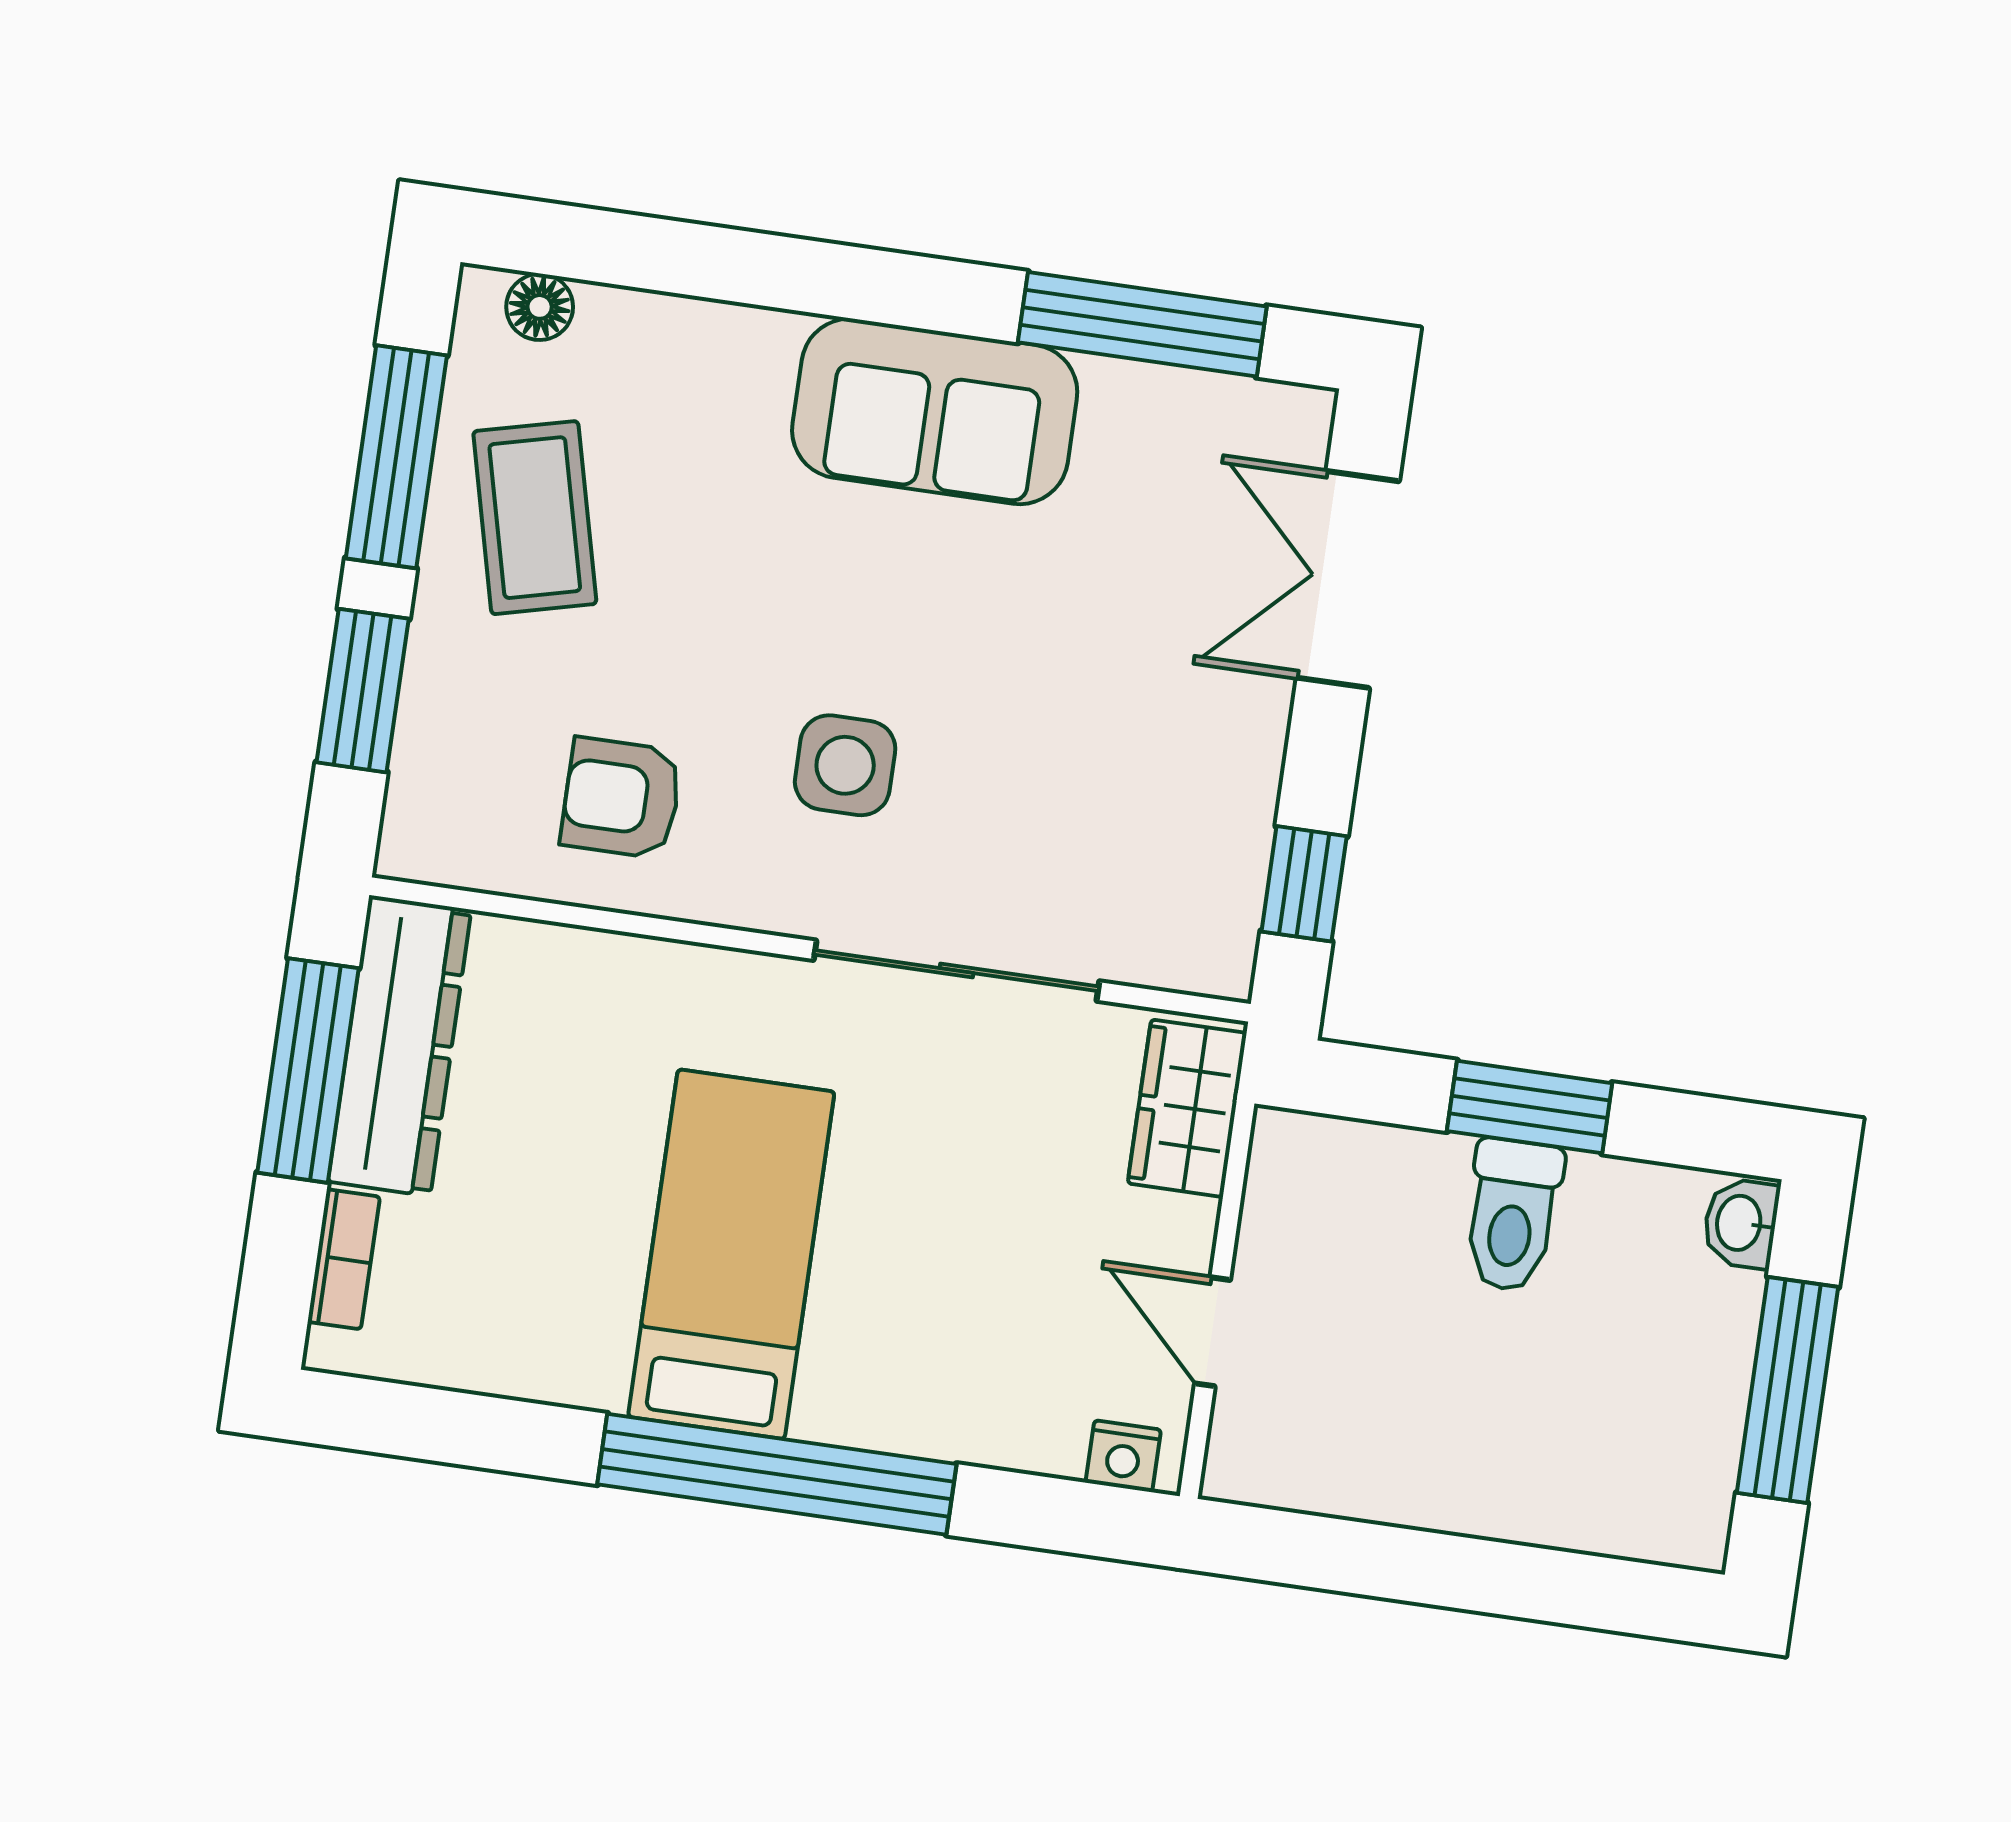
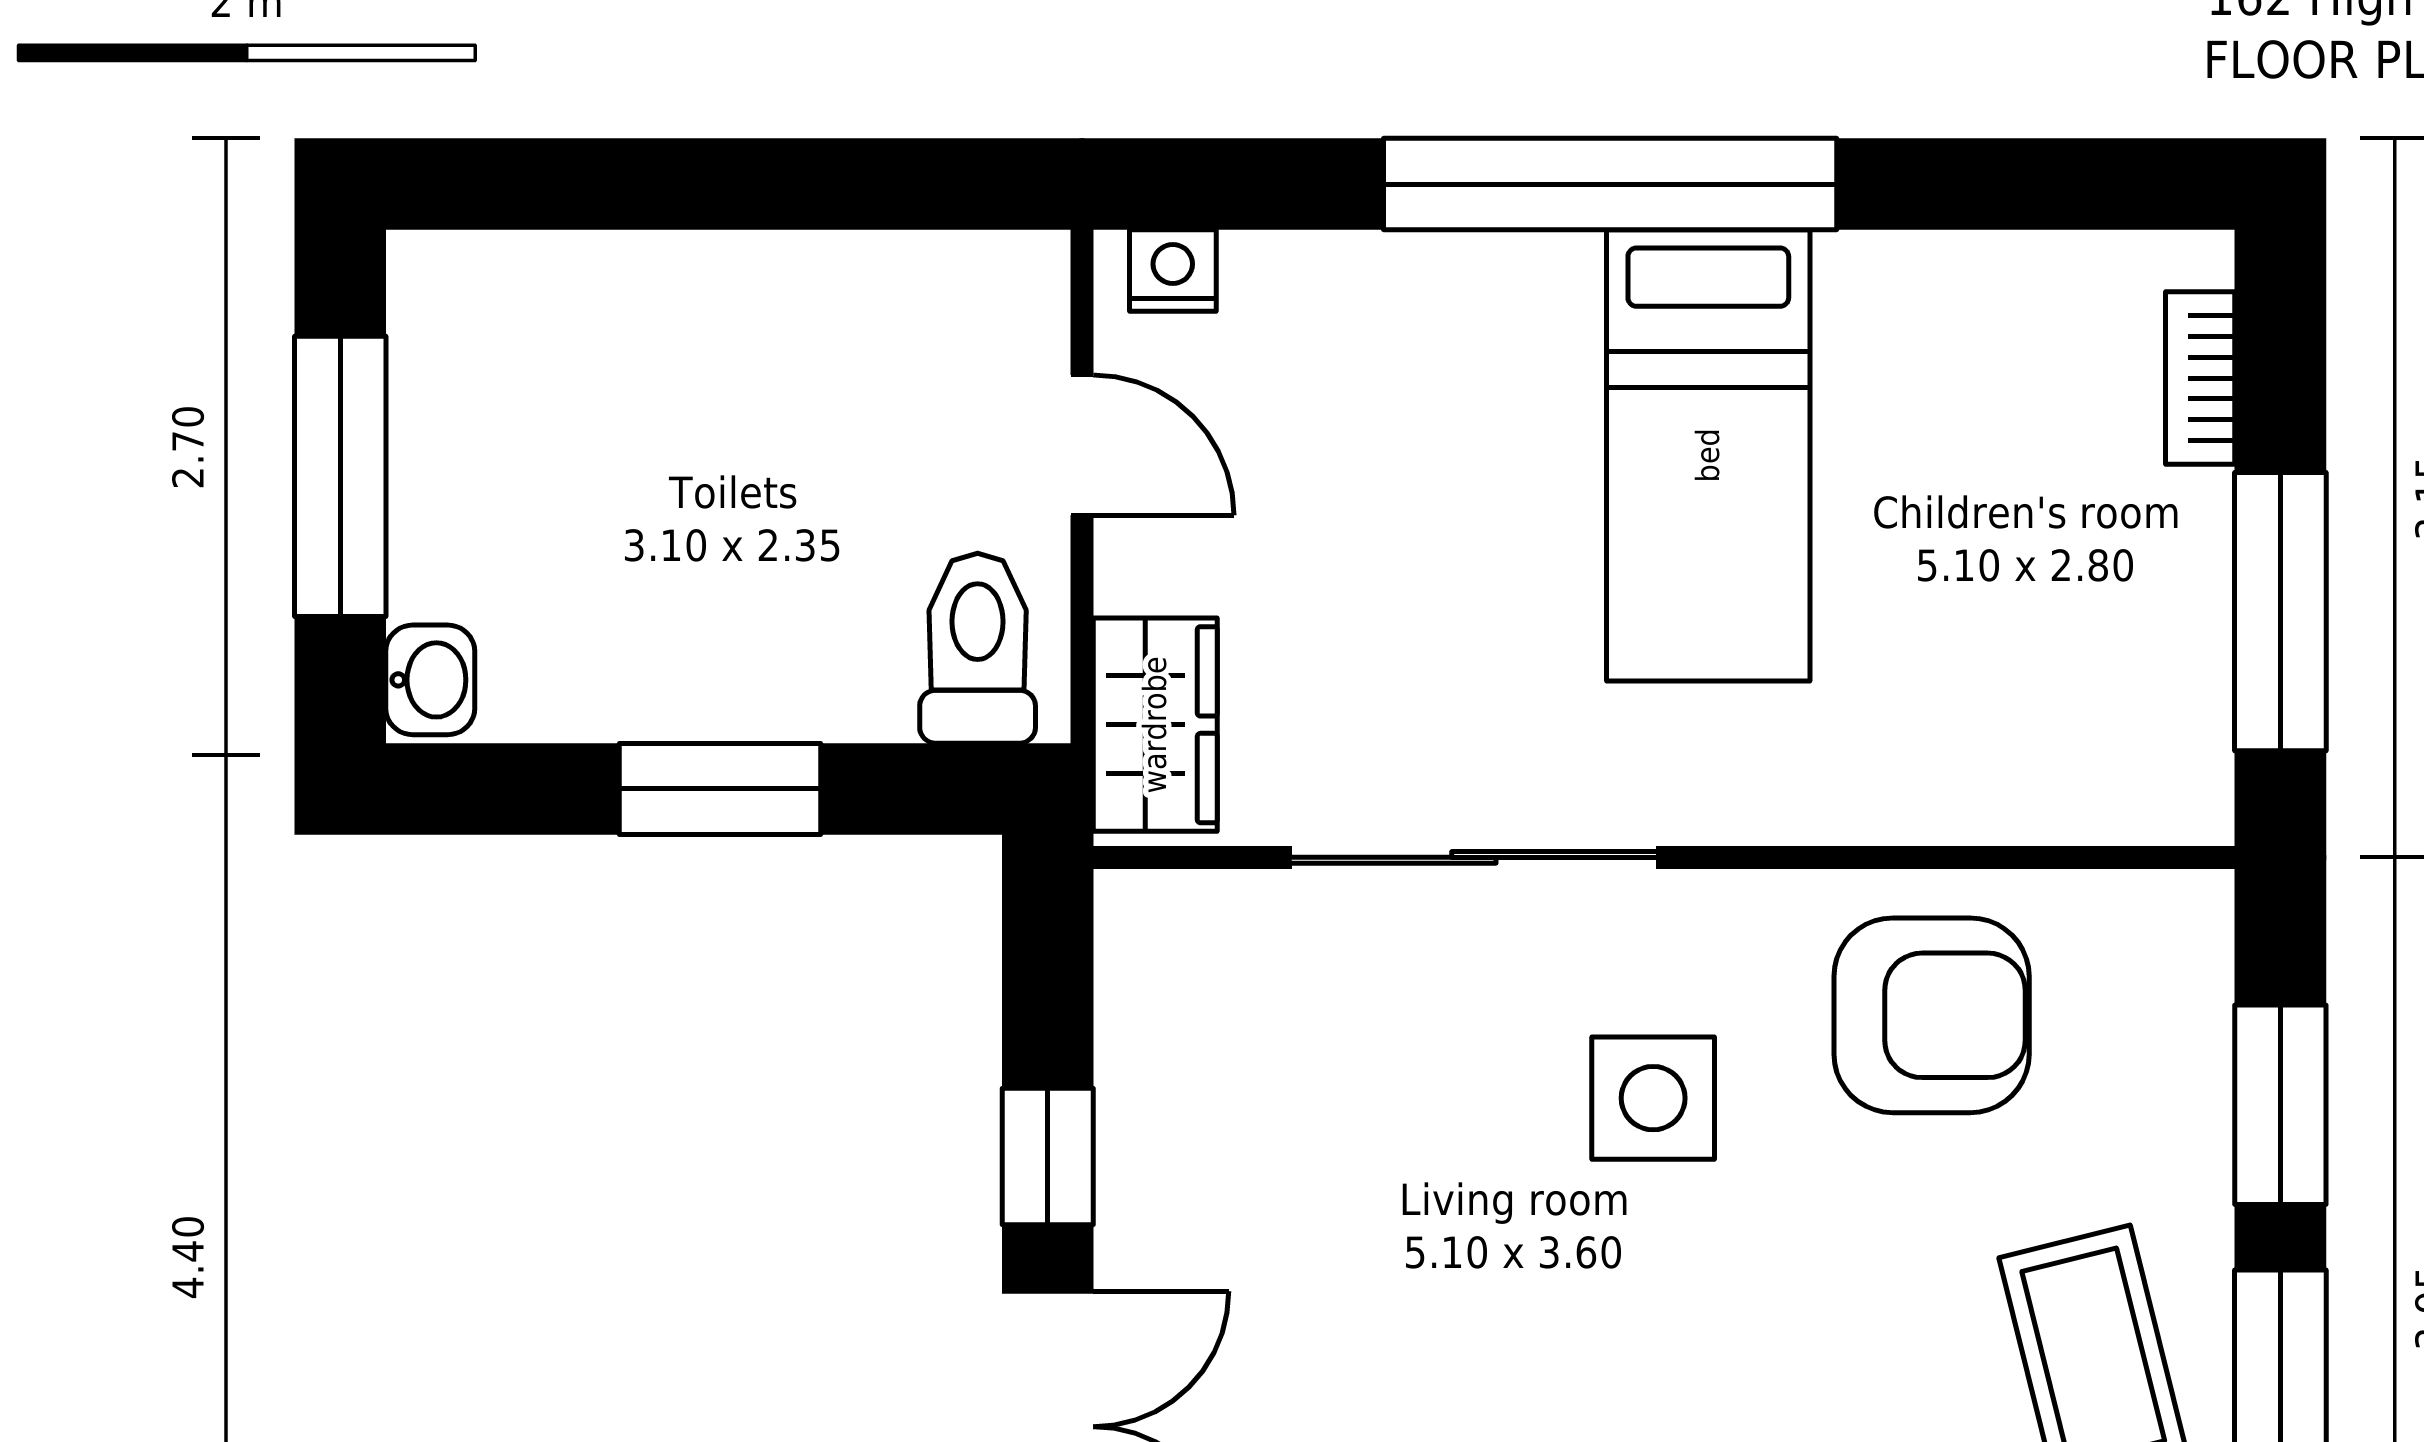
armchair: (621, 798) -> (1932, 1015), width x1.38, depth x1.38
window: (1304, 884) -> (1048, 1157), moved
dresser: (400, 1046) -> (2168, 660), removed
toilet: (1512, 1215) -> (978, 648), moved

